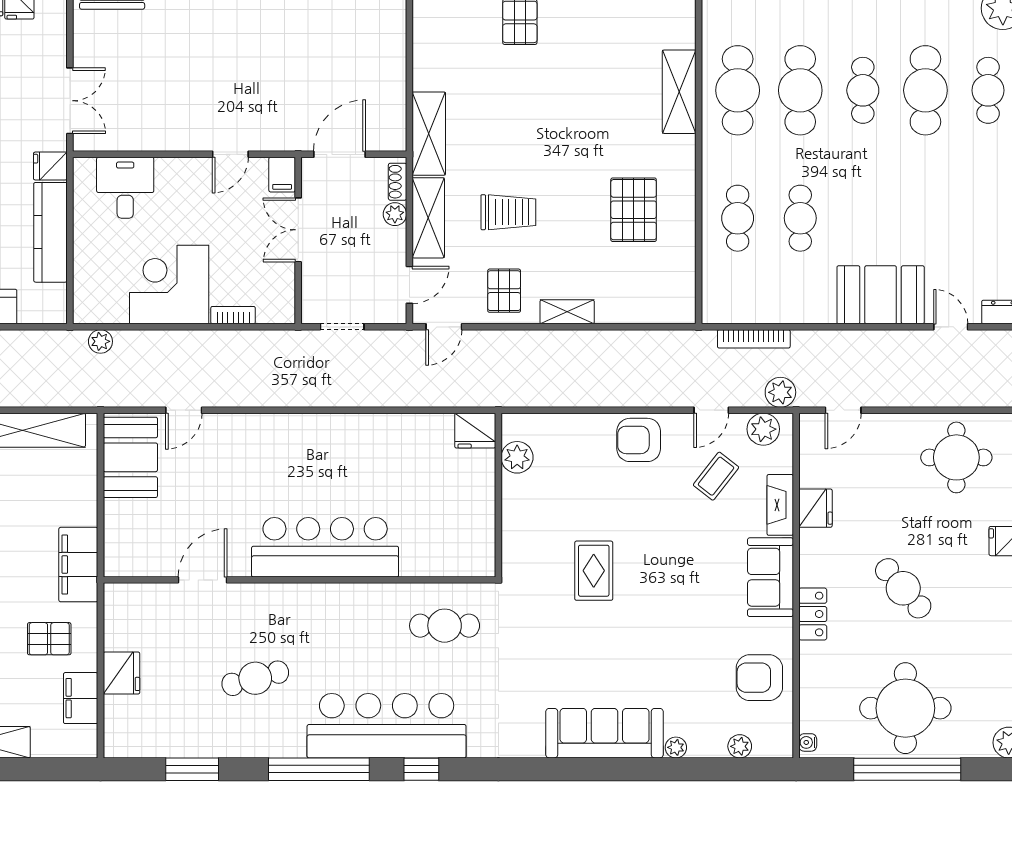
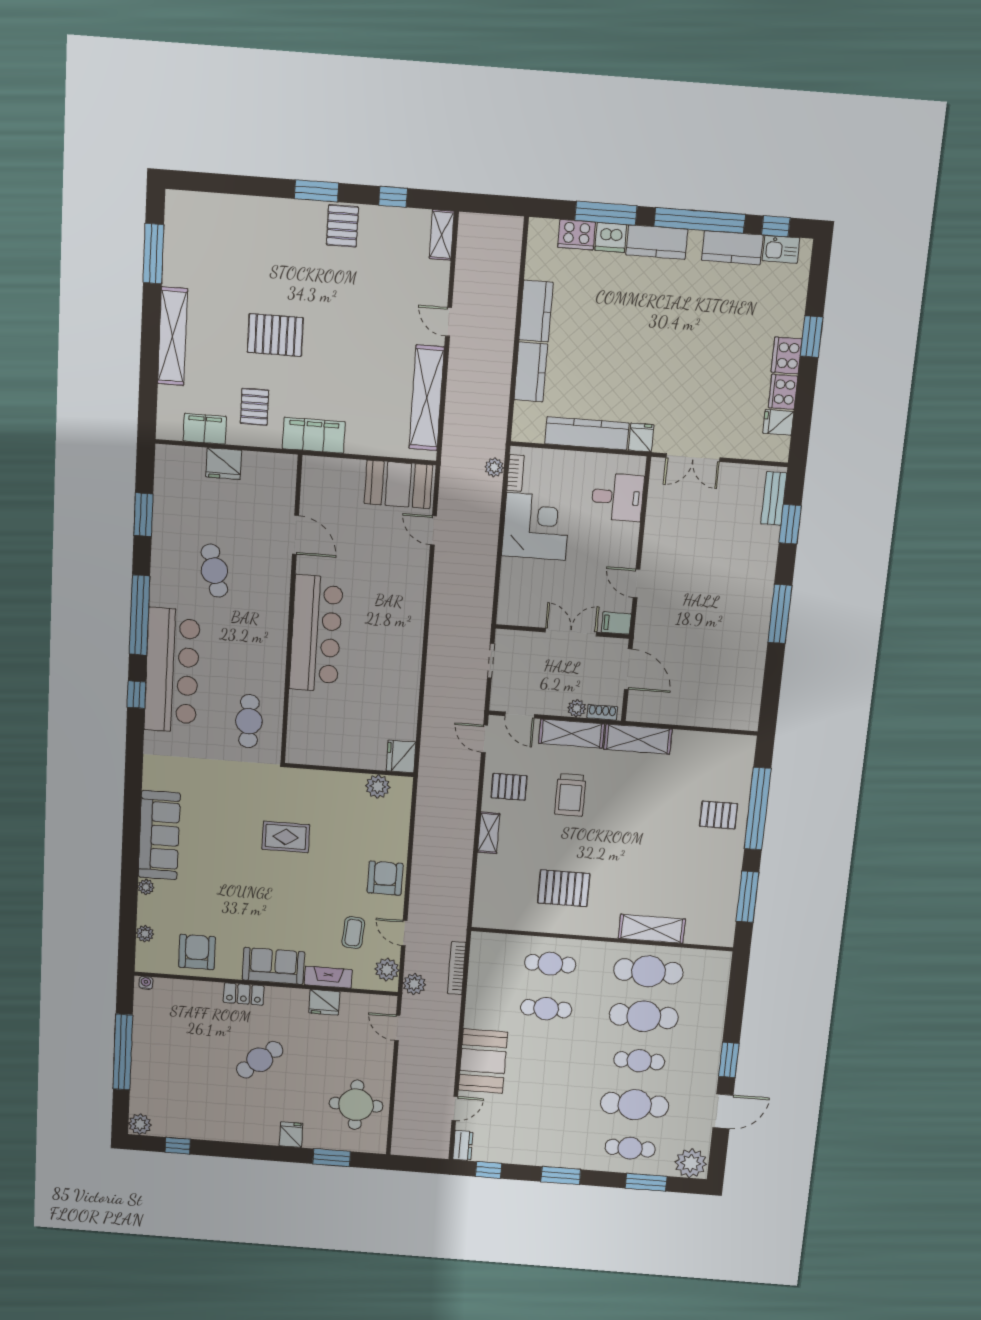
bookcase: (233, 315) -> (515, 473), moved
coffee table: (716, 476) -> (353, 933), turned 56
round table: (905, 708) -> (169, 1054), removed

